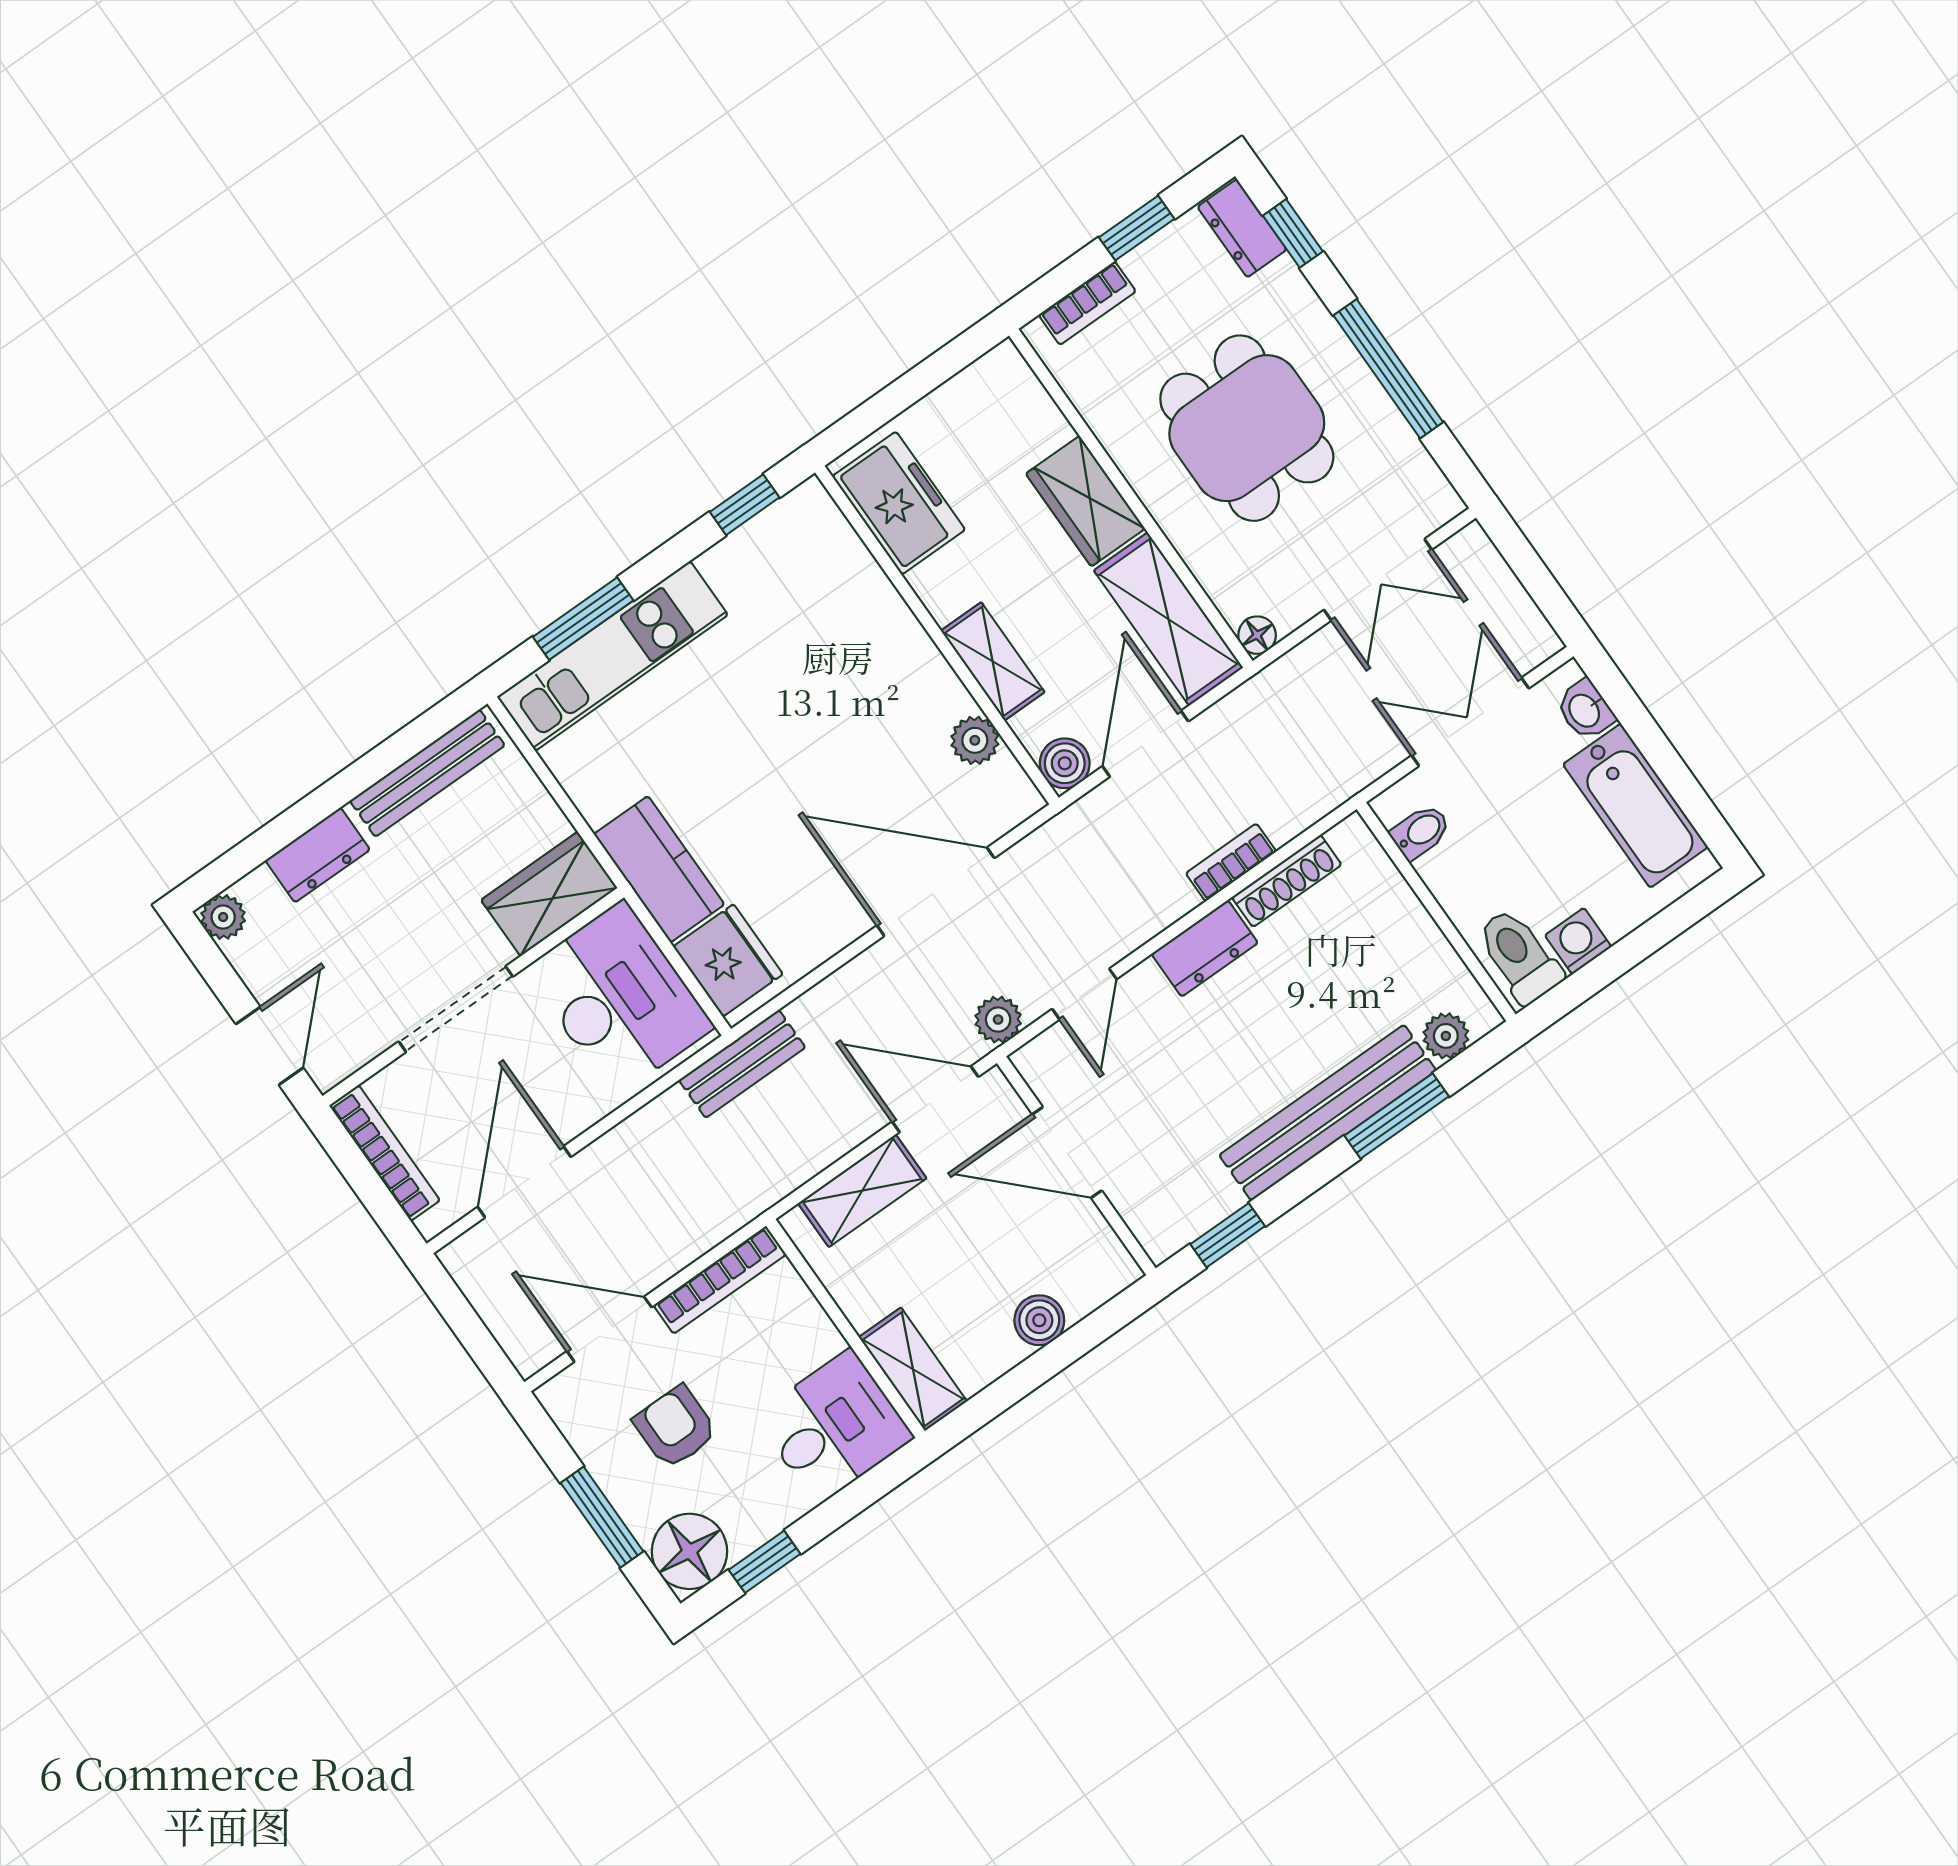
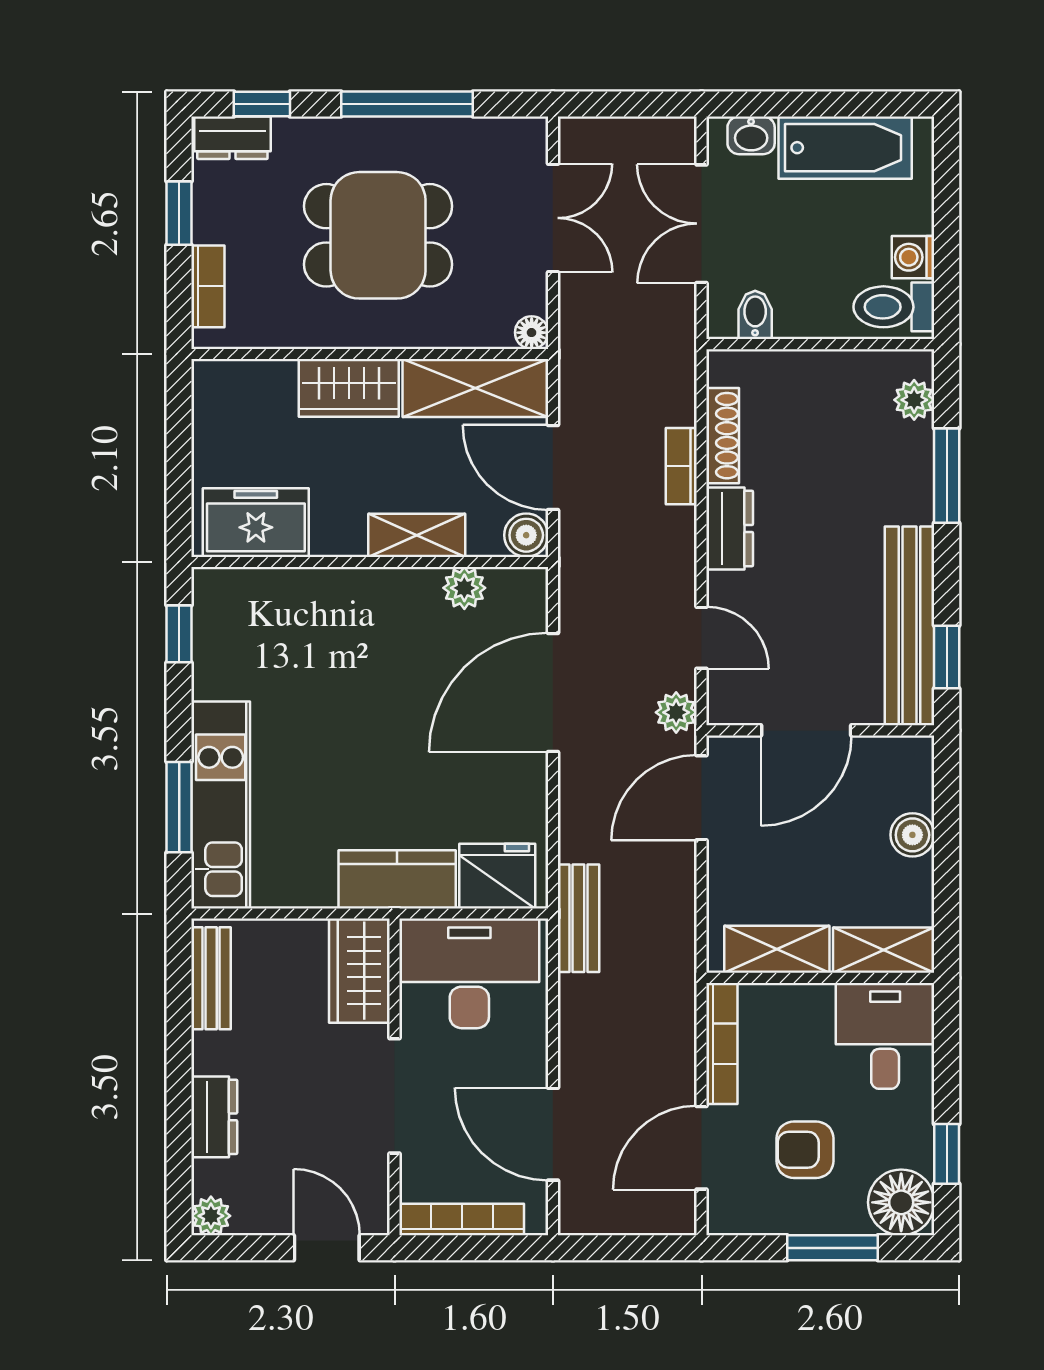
bench: (427, 773) -> (211, 978), width x0.73
bench: (1328, 1113) -> (910, 626), moved
shelving: (862, 1191) -> (777, 949), moved, turned 90

